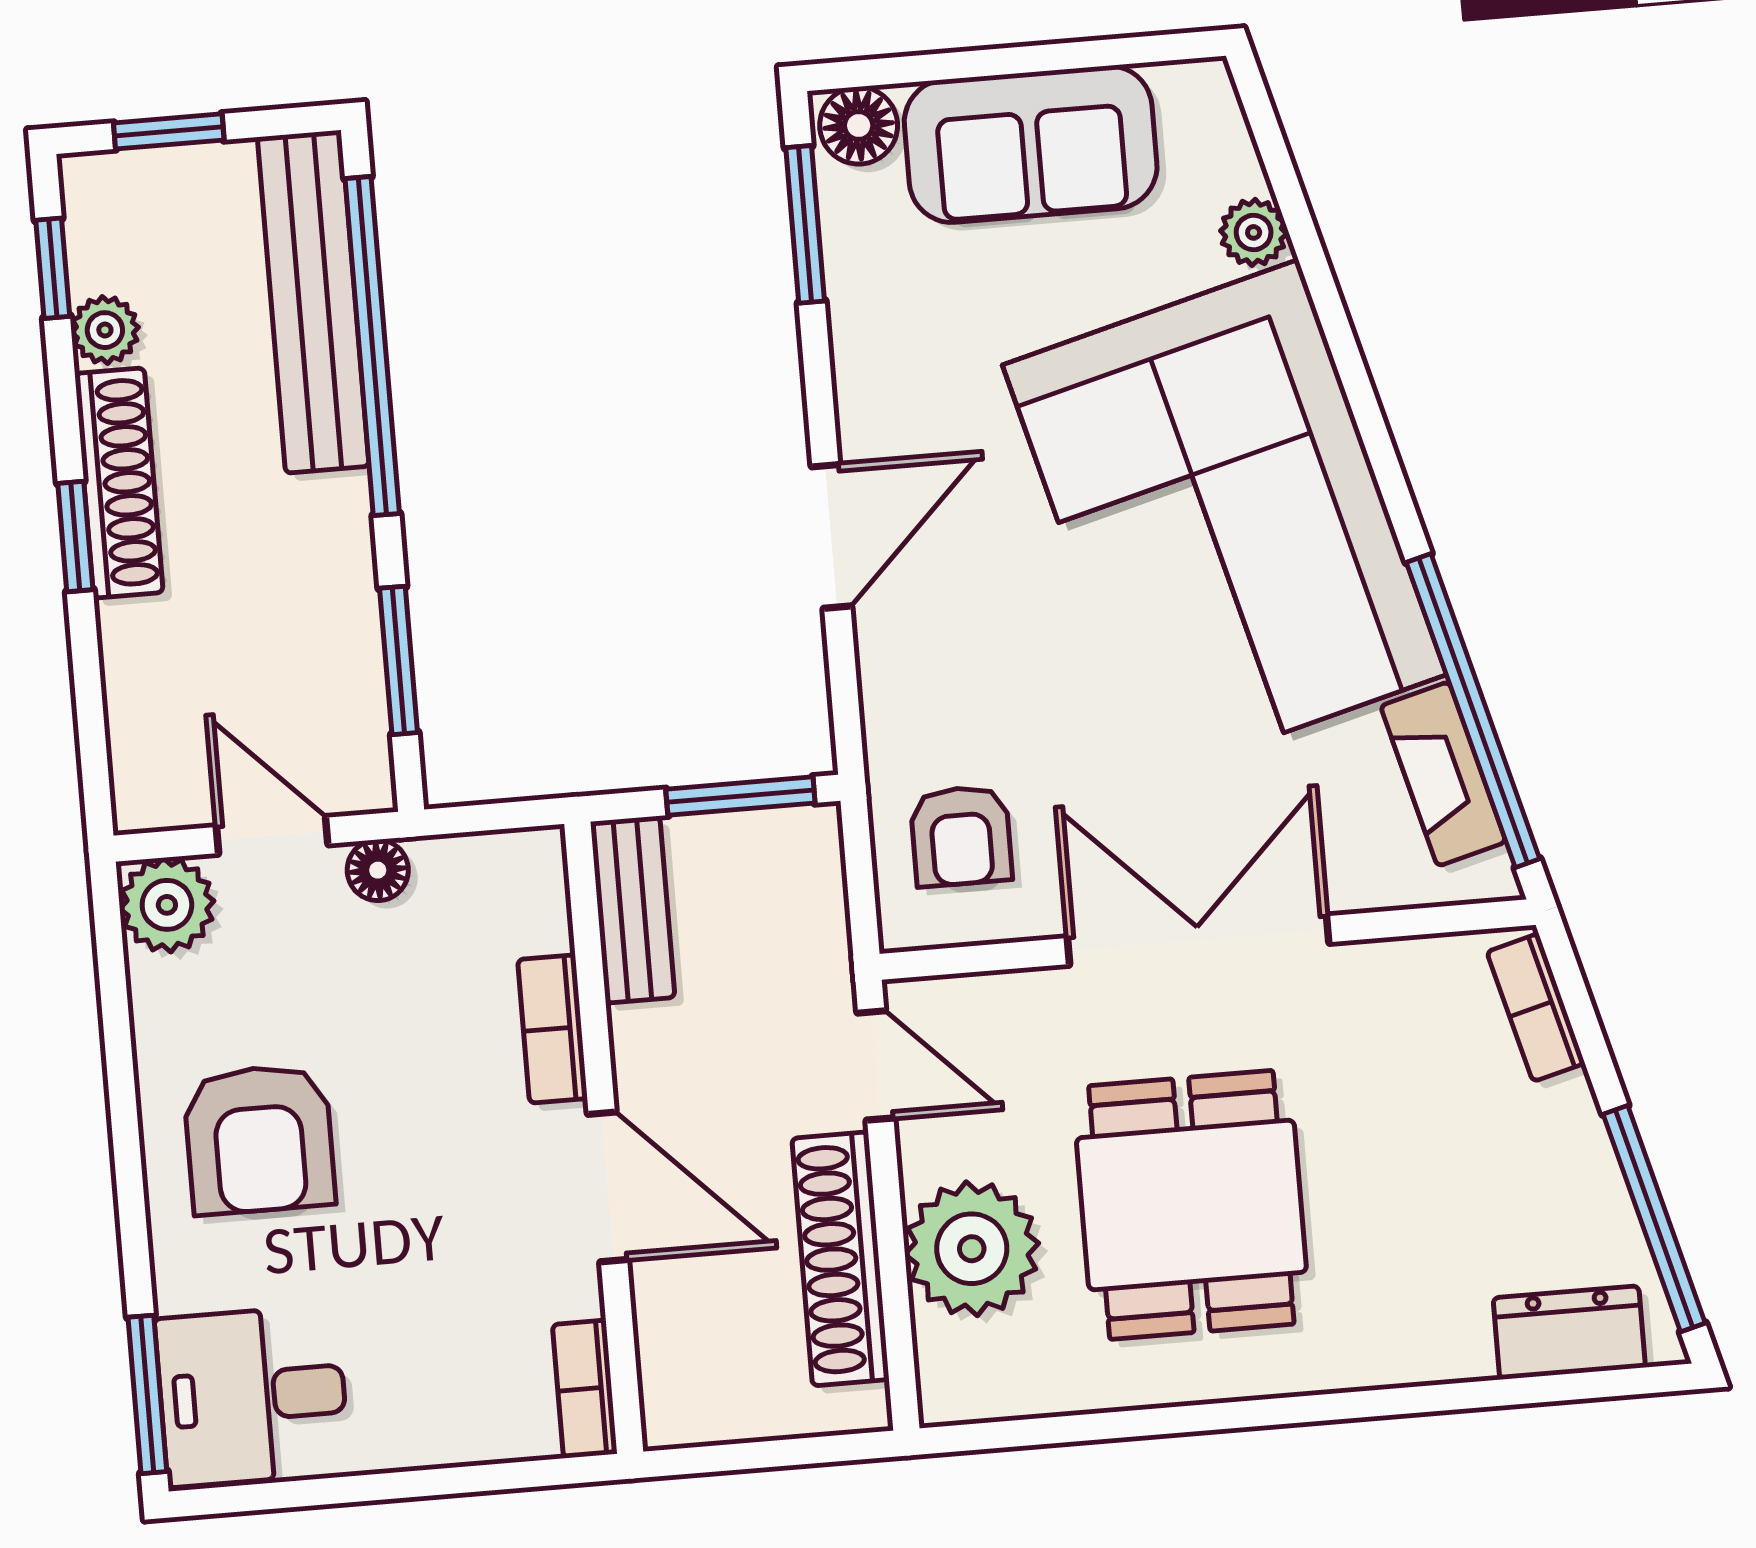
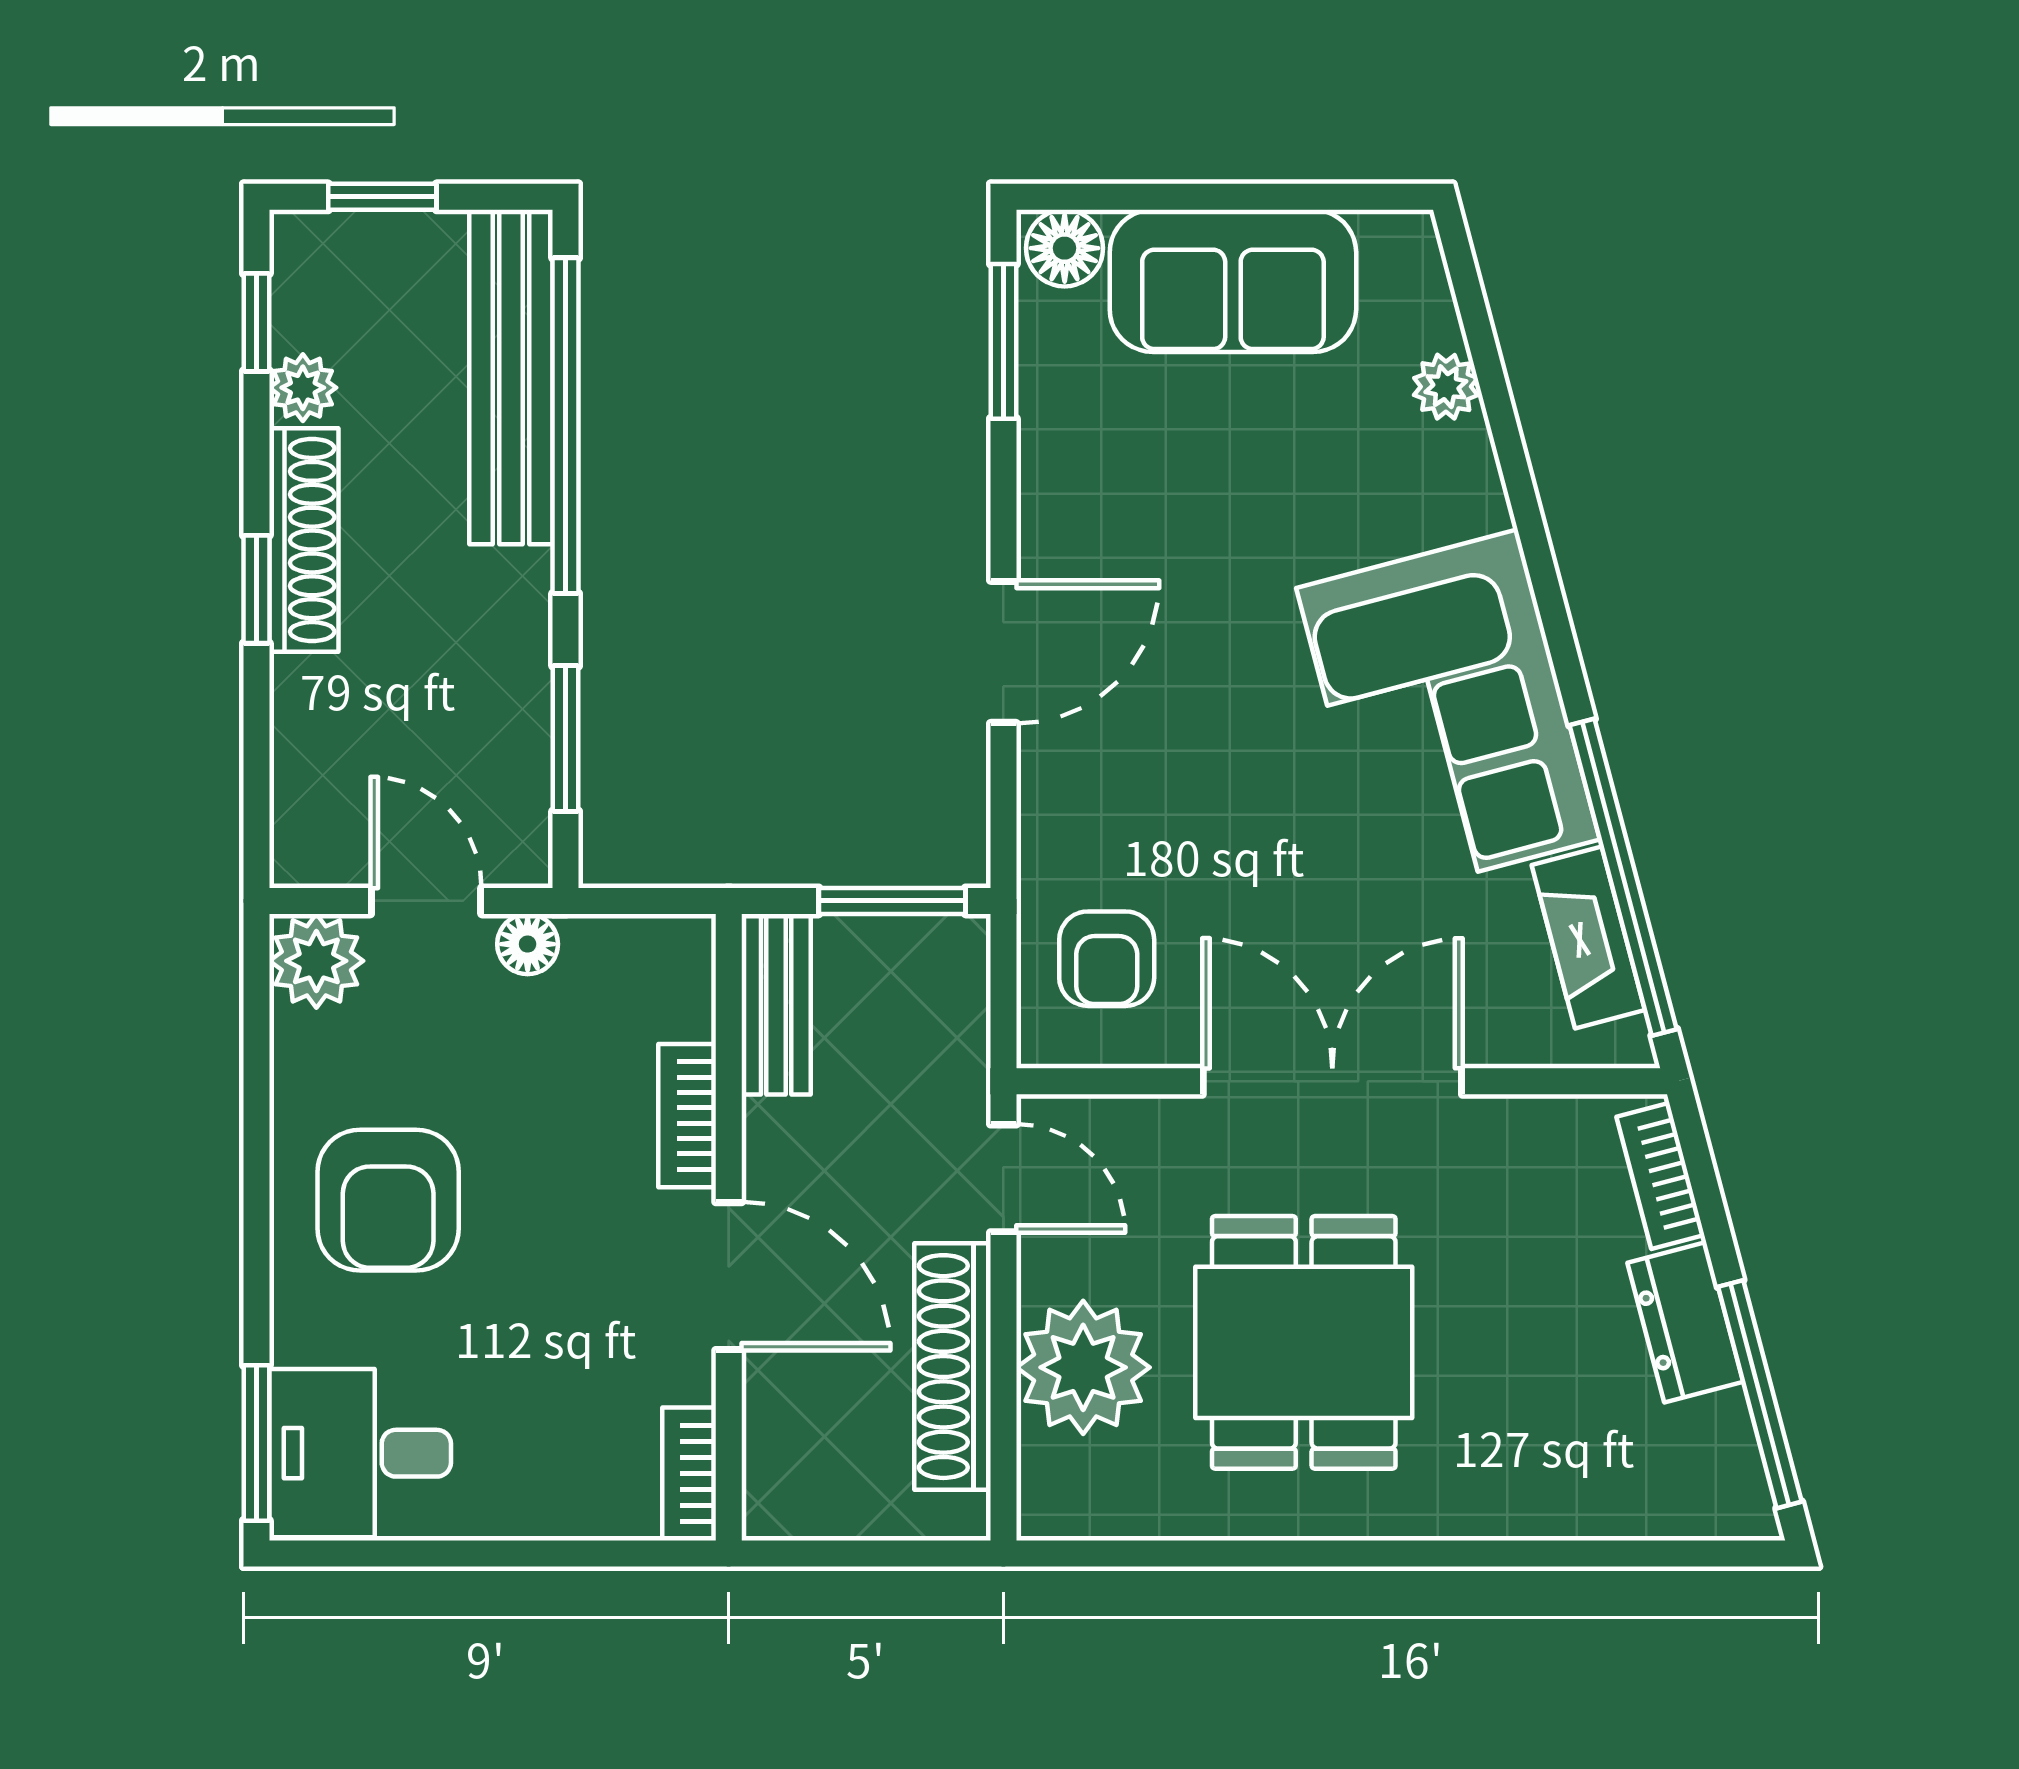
corner sofa: (1225, 520) -> (1448, 714), width x0.73, depth x0.74
dresser: (1569, 1333) -> (1685, 1322), moved, turned -105

